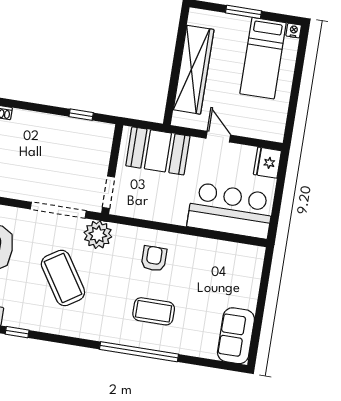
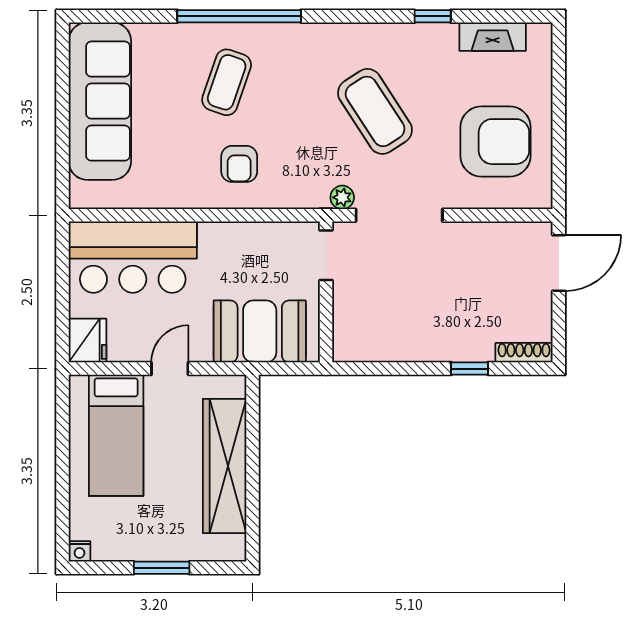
bed: (263, 58) -> (116, 435), moved, turned 180
window: (81, 115) -> (469, 369), moved
door: (218, 137) -> (170, 369), swing flipped
plant: (98, 235) -> (342, 197), width x0.53, depth x0.53
coffee table: (154, 311) -> (227, 82), turned -71
sofa: (236, 336) -> (100, 101), width x1.85, depth x1.27

